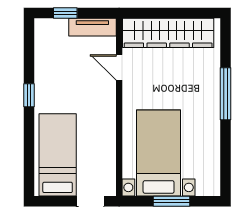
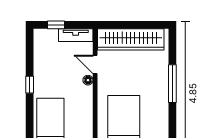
floor lamp: (109, 89) -> (88, 80), added

